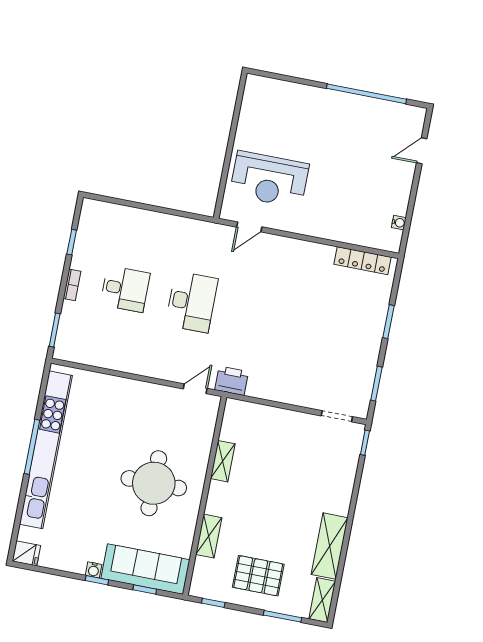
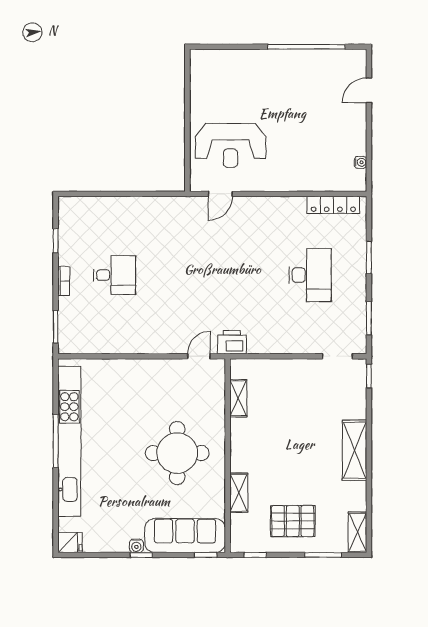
desk: (192, 302) -> (310, 275), moved
shelving: (223, 461) -> (238, 398), moved
shelving: (330, 546) -> (354, 450), moved
window: (145, 590) -> (206, 555), moved

